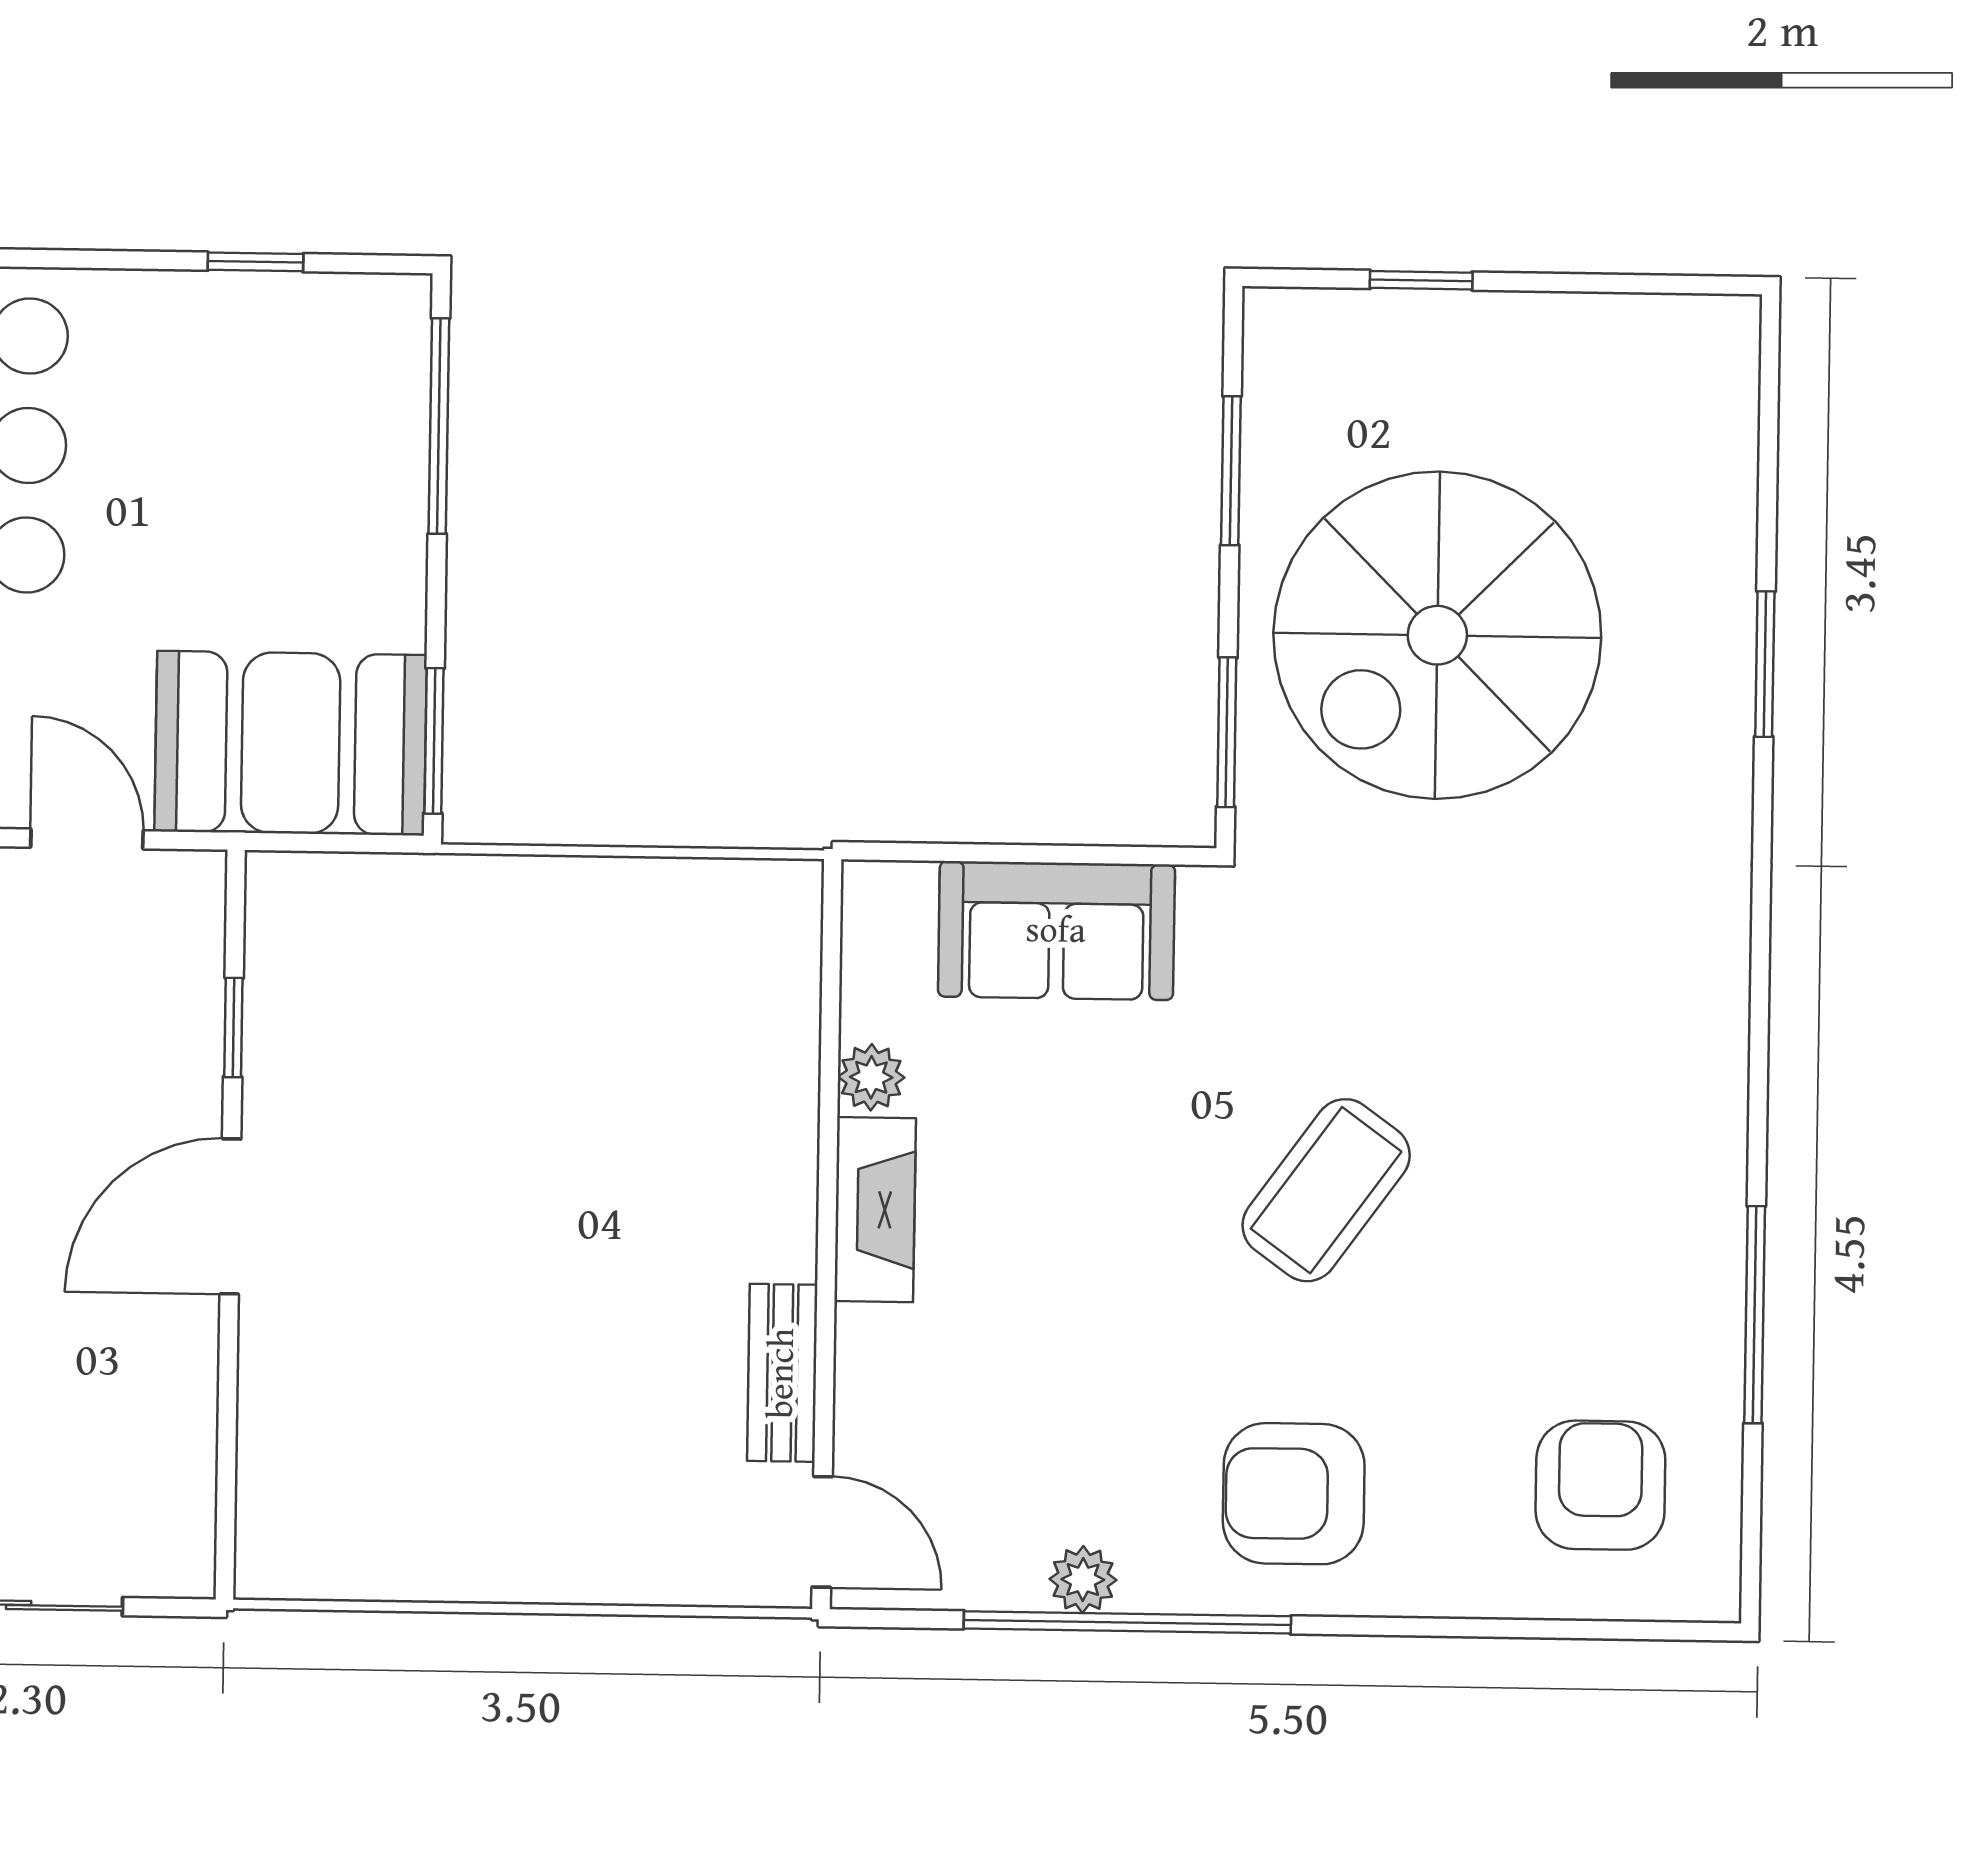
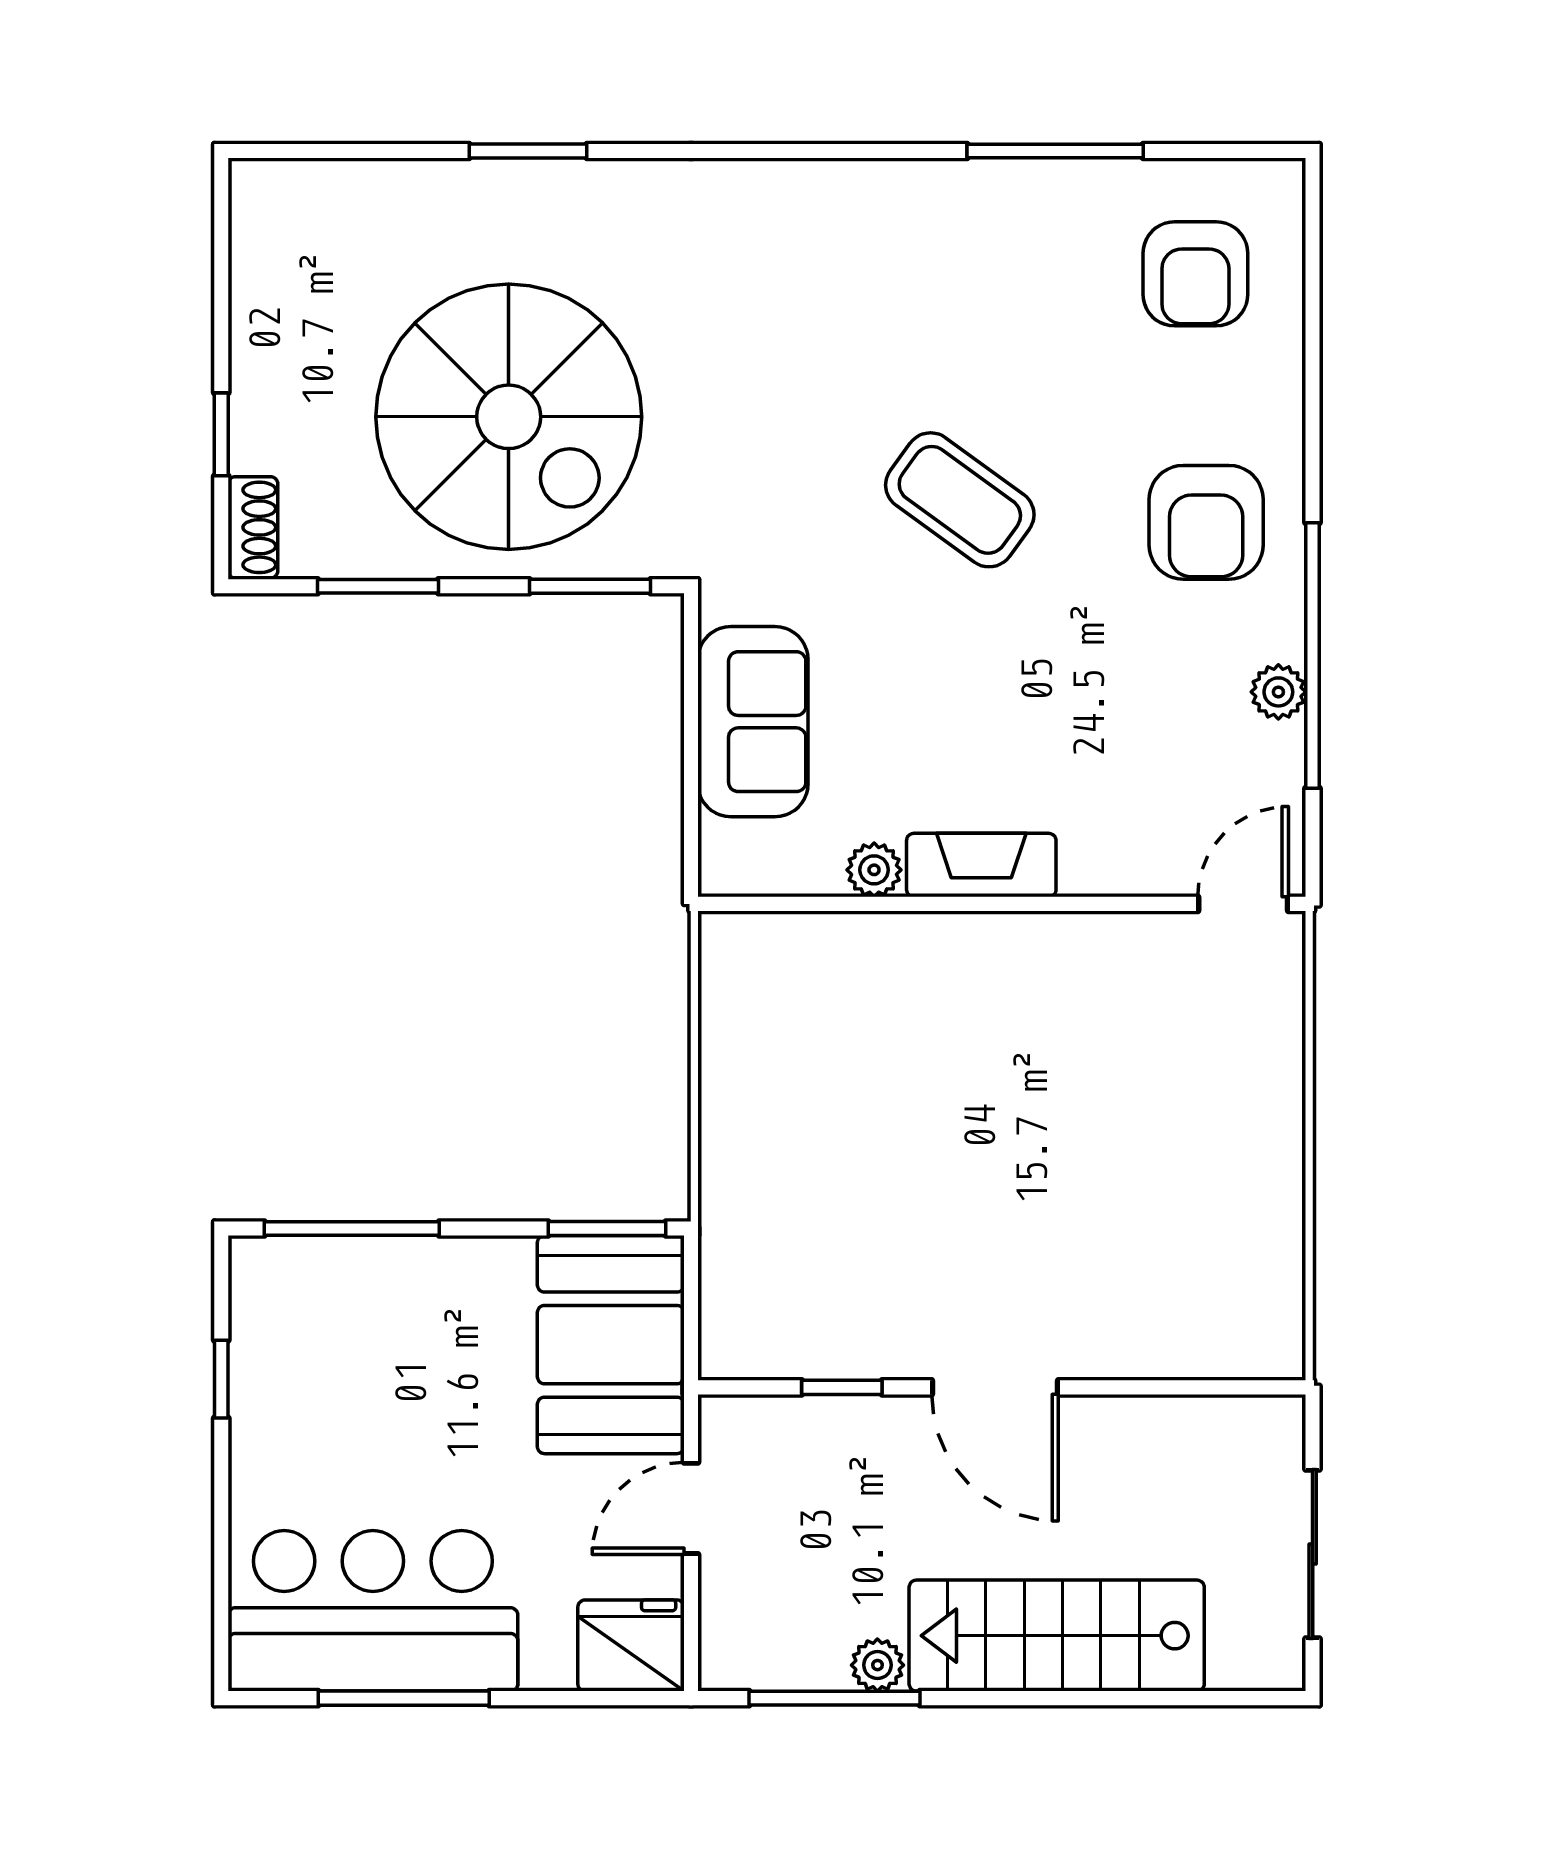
shoe rack: (1306, 317) -> (253, 527), added
bench: (782, 1373) -> (1115, 938), removed
armchair: (1600, 1485) -> (1195, 274), turned -90

